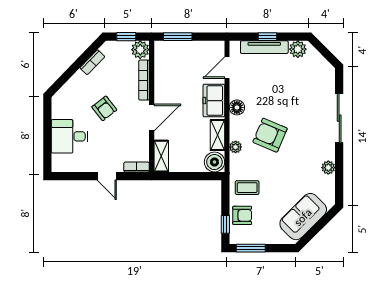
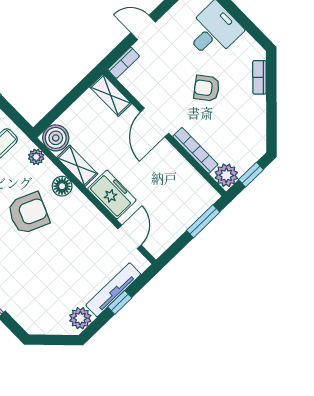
bookcase: (92, 62) -> (259, 77), moved
floor lamp: (237, 107) -> (62, 186), moved
plant: (236, 147) -> (36, 157), moved

